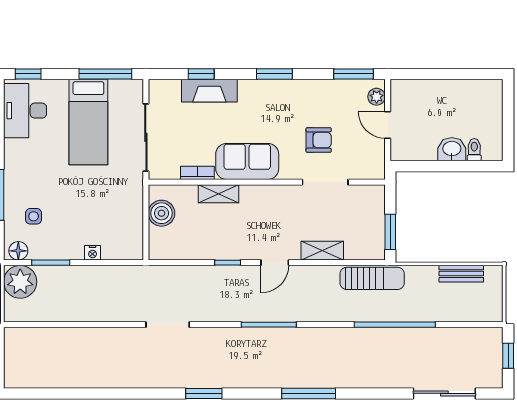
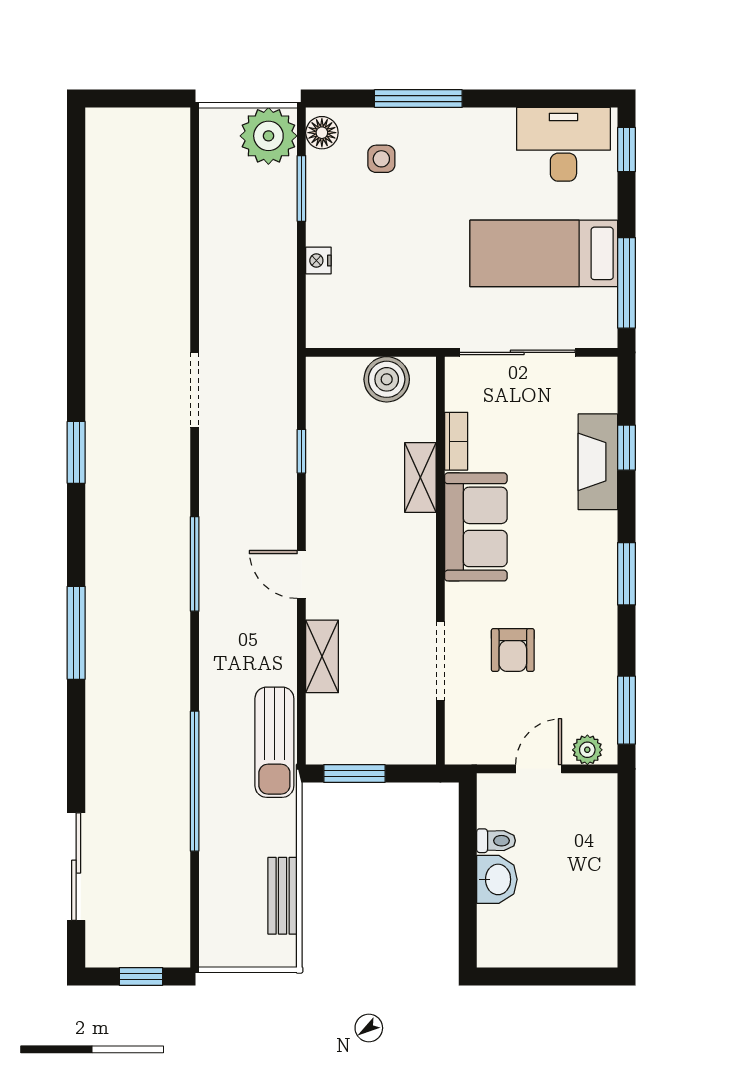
toilet: (474, 150) -> (496, 841), moved
window: (228, 263) -> (301, 451), moved

